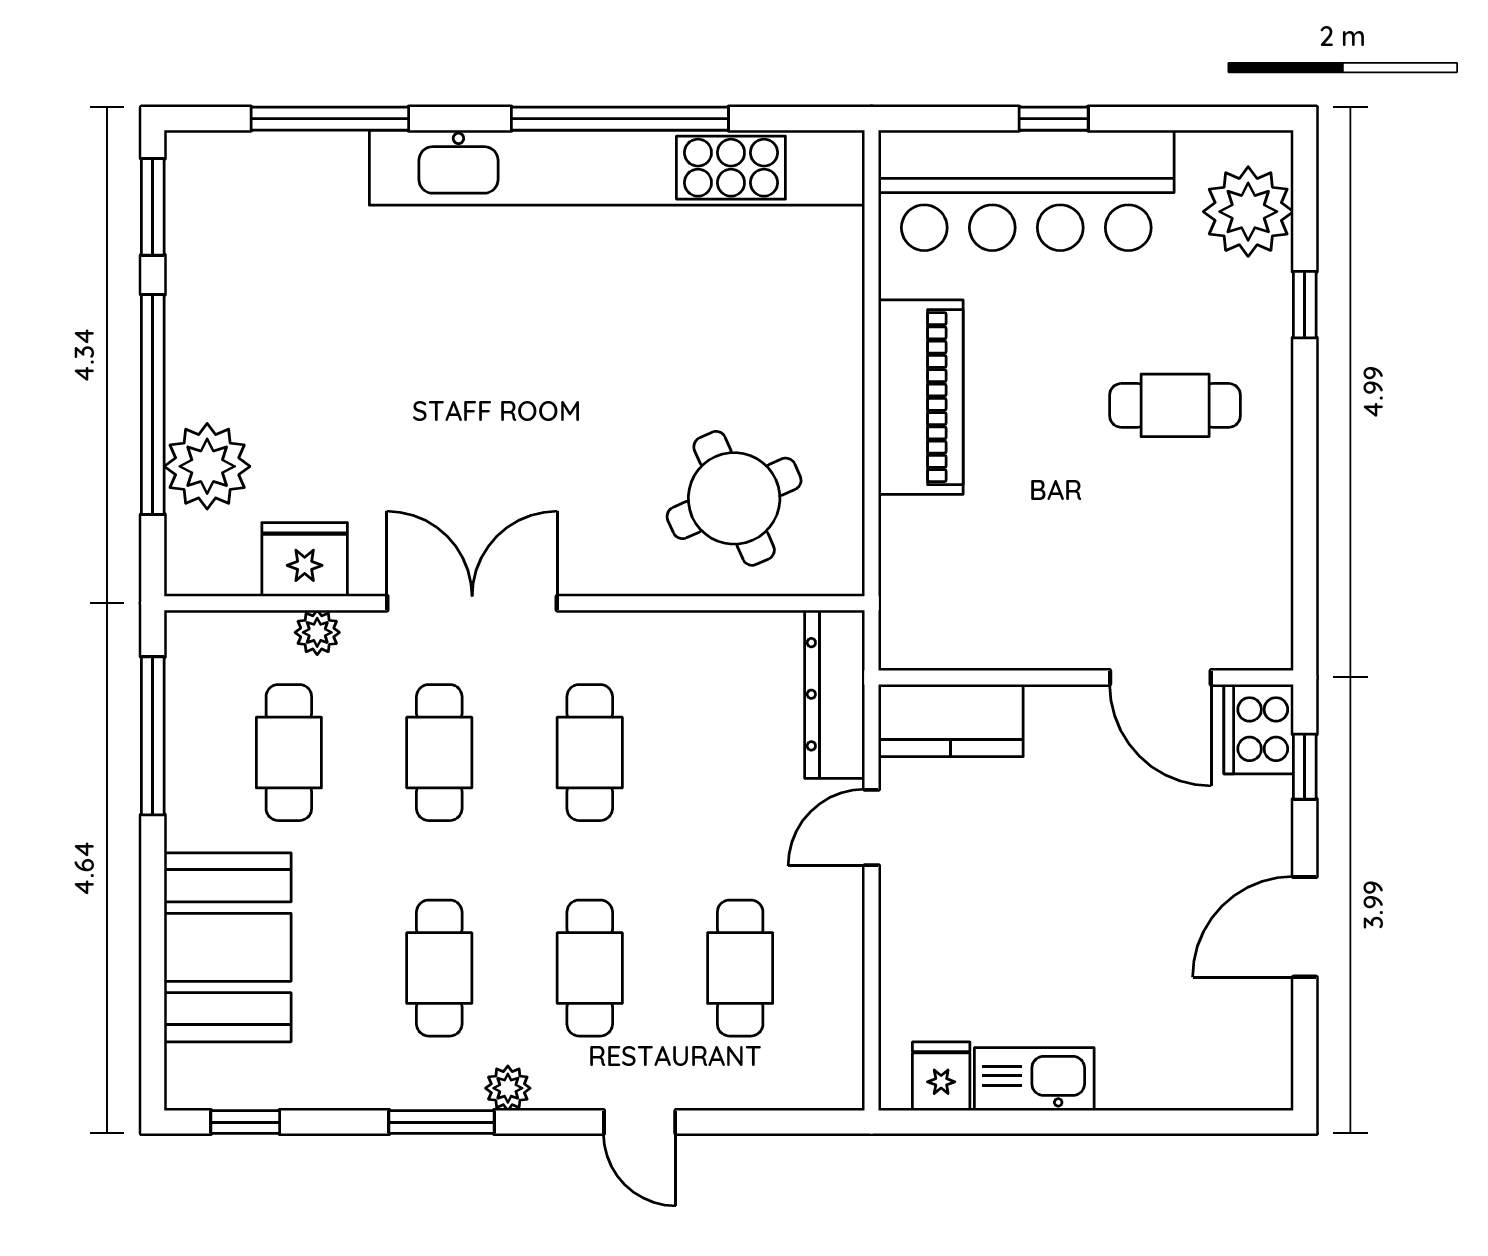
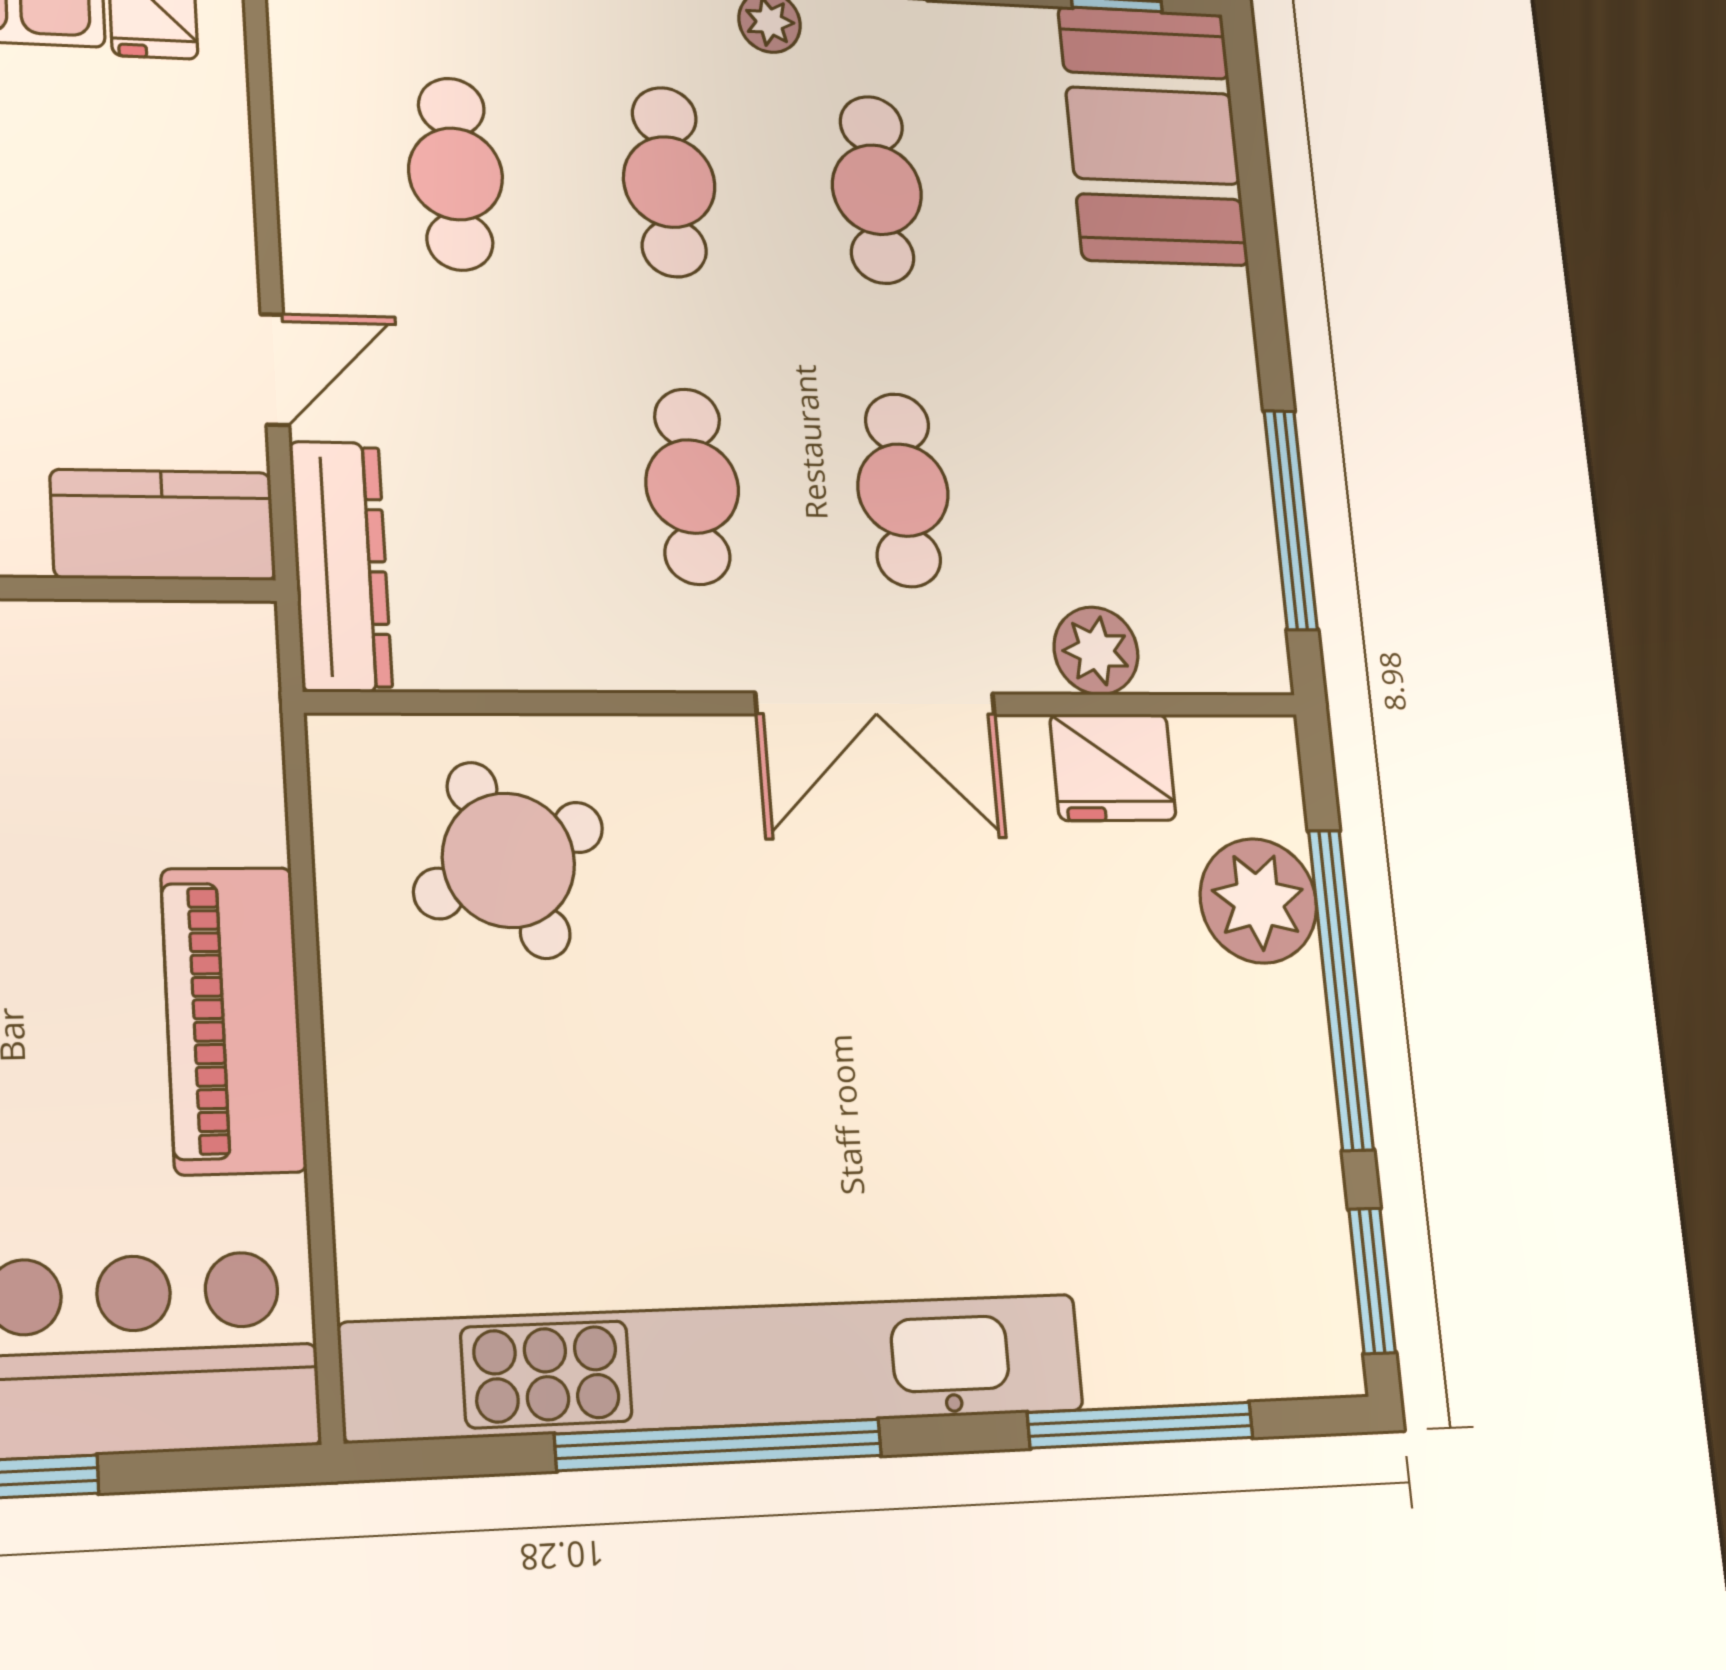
plant: (317, 632) -> (1096, 651), width x1.38, depth x1.38
cafe table: (289, 753) -> (1108, 494), removed
booth: (228, 947) -> (1153, 136), moved

